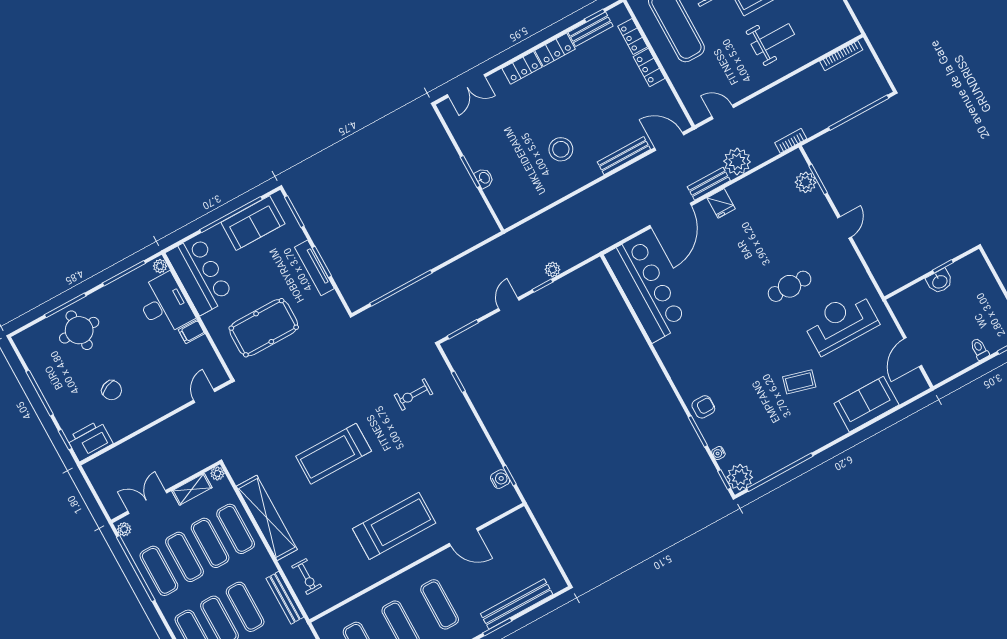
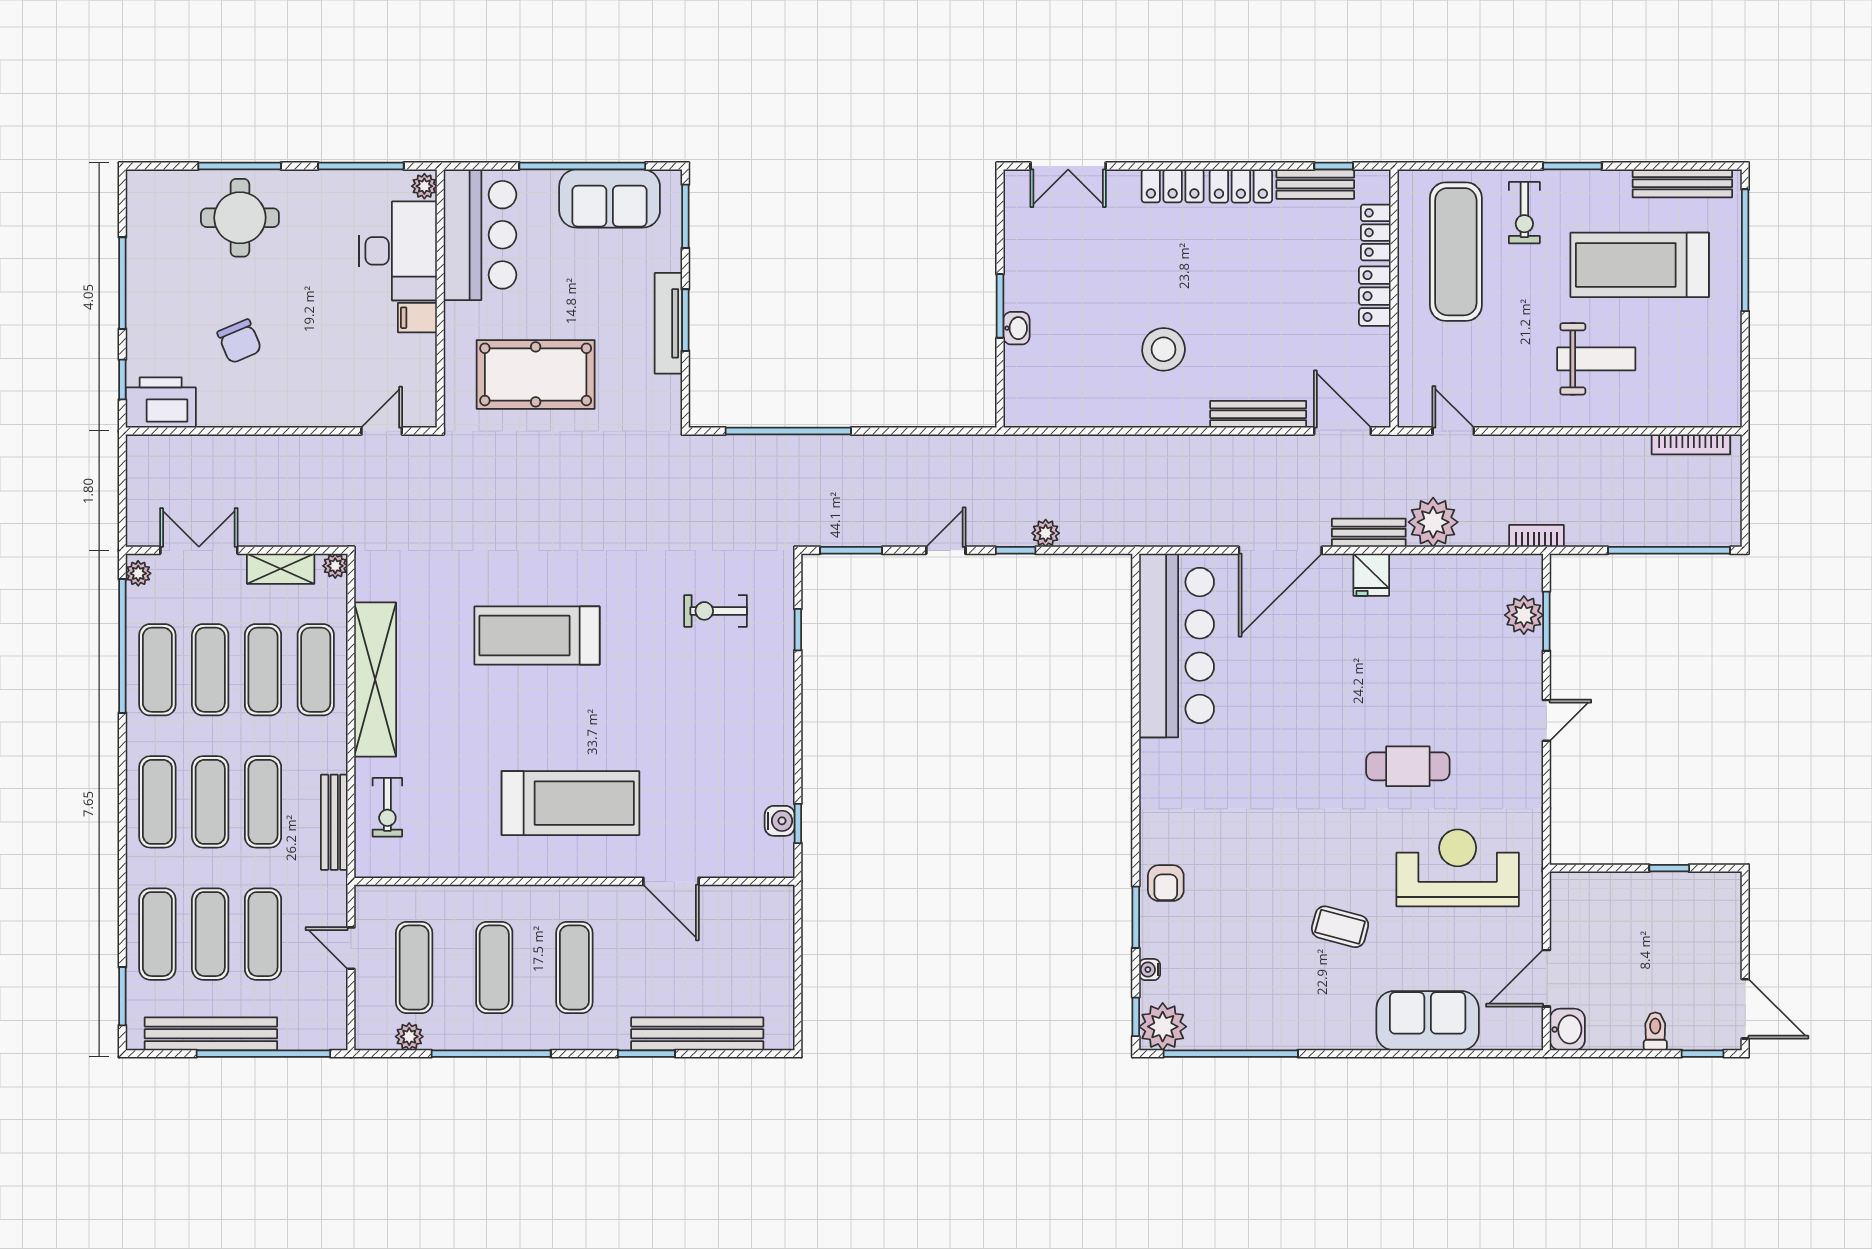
washbasin: (940, 281) -> (1567, 1029), moved, turned -90
armchair: (703, 407) -> (1166, 883), turned 90

